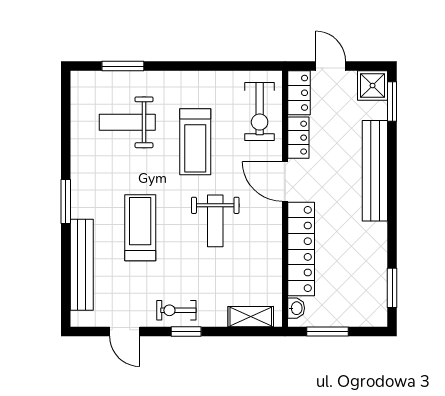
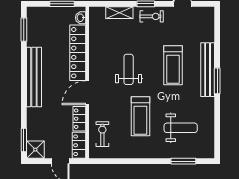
exercise bike: (260, 112) -> (102, 134), width x0.73, depth x0.72
treadmill: (195, 142) -> (140, 116), turned 180
bench: (375, 171) -> (34, 77), moved
door: (285, 181) -> (87, 93), swing flipped
bench: (82, 265) -> (208, 70), moved
shelving: (251, 317) -> (119, 13), moved

